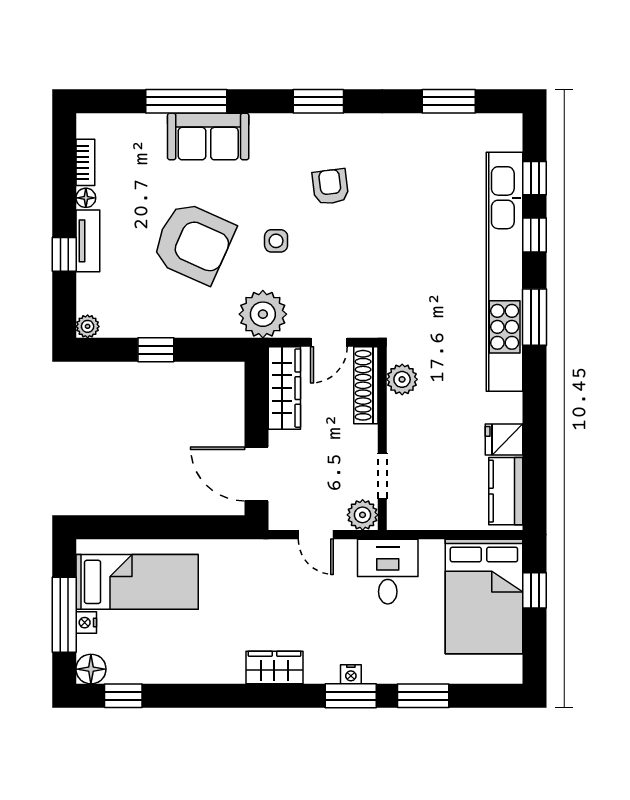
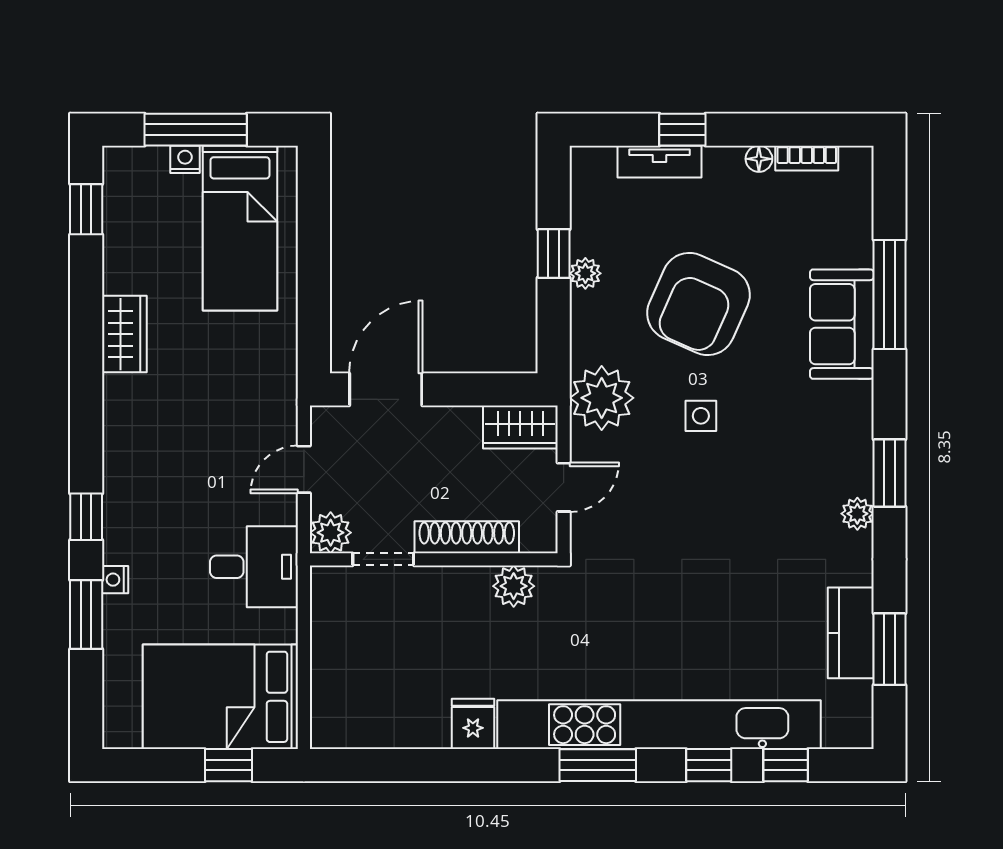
plant: (348, 125) -> (857, 514), added
armchair: (330, 187) -> (774, 489), removed
tv unit: (88, 241) -> (660, 162), moved
plant: (88, 326) -> (585, 273), moved
door: (329, 342) -> (564, 487), swing flipped
shoe rack: (366, 385) -> (467, 537), moved
wardrobe: (284, 388) -> (520, 427), width x0.67
fridge: (504, 439) -> (473, 724), moved
kitchen counter: (506, 491) -> (851, 633), moved, turned -90
wardrobe: (274, 668) -> (124, 334), moved
floor lamp: (91, 669) -> (122, 166), removed
nightstand: (351, 674) -> (115, 580), moved
window: (351, 696) -> (86, 517), width x0.67

